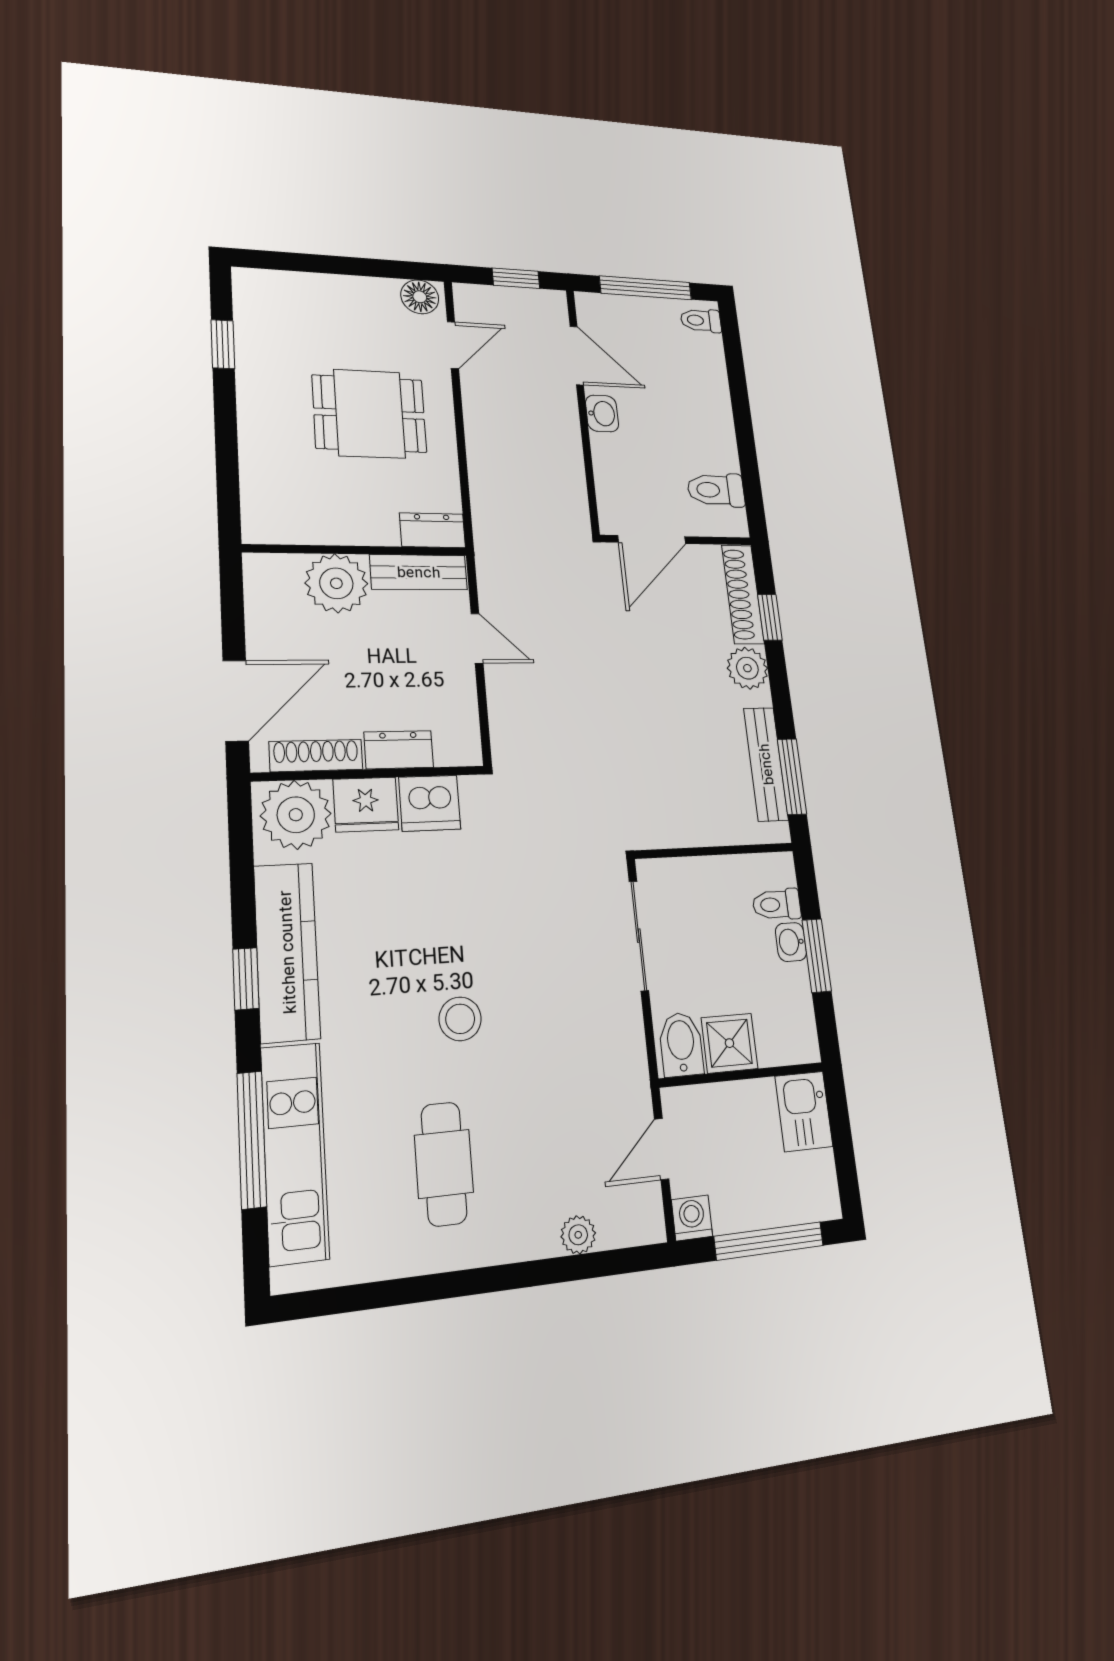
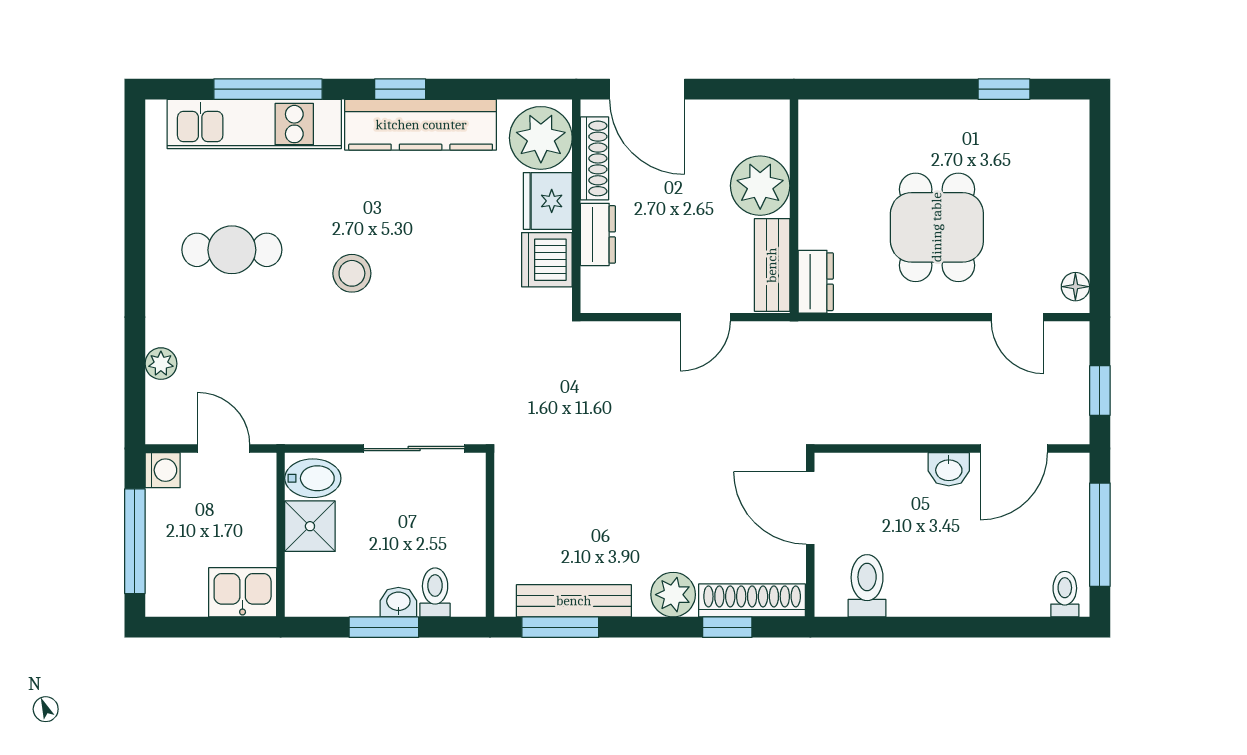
floor lamp: (420, 297) -> (1075, 287), width x0.73, depth x0.73

